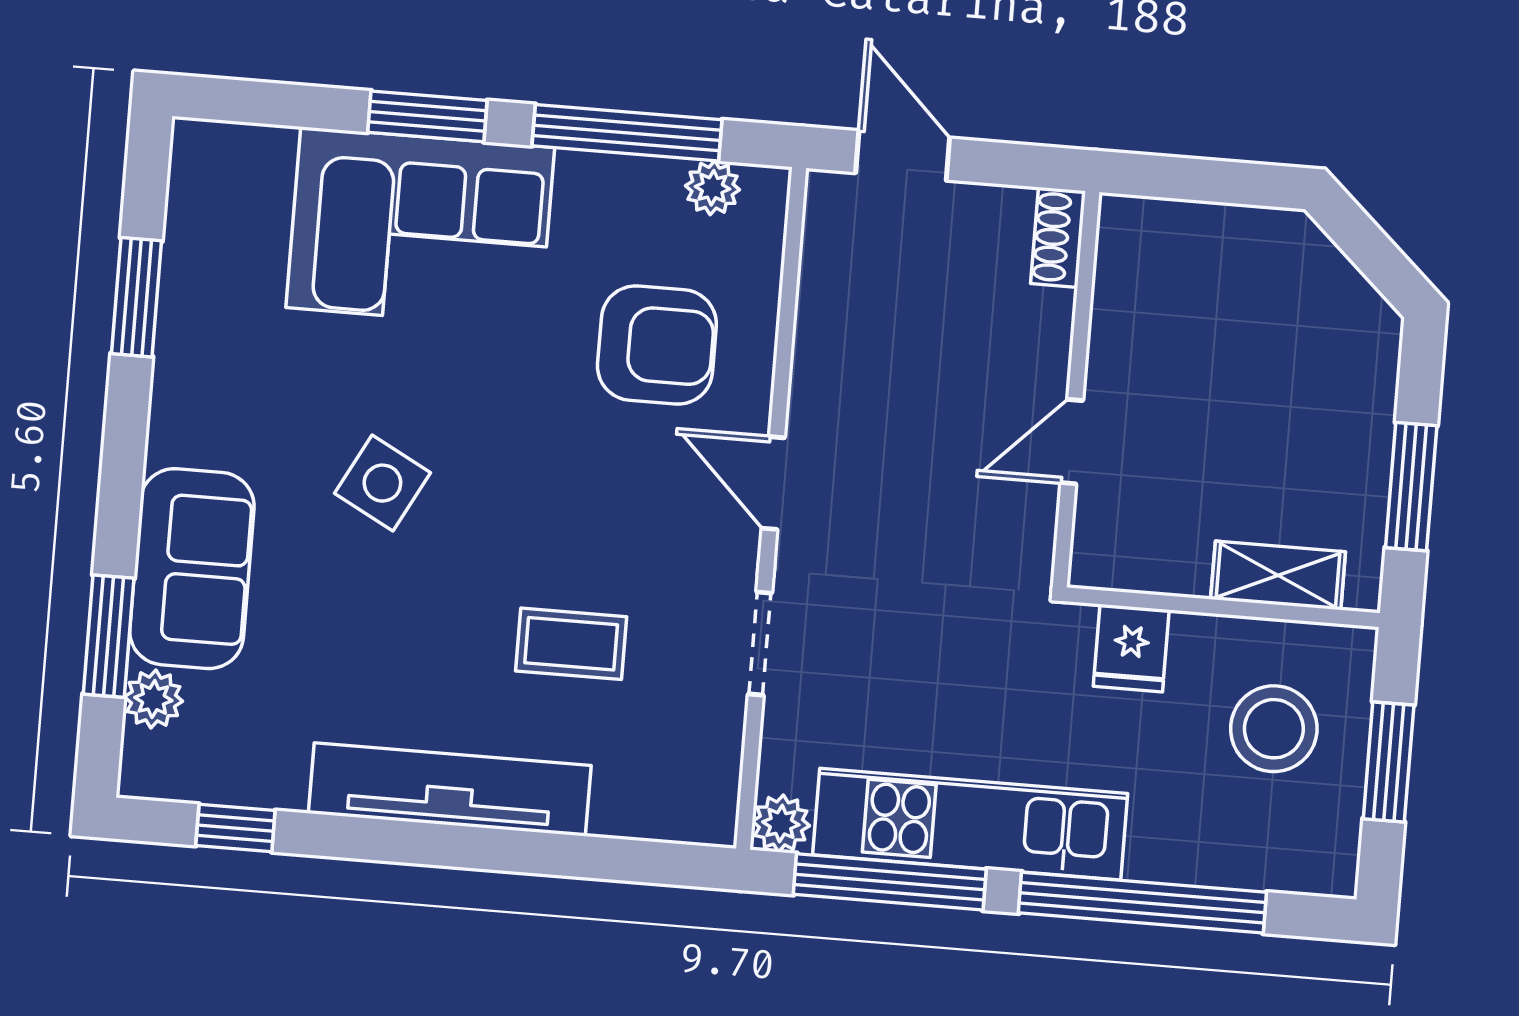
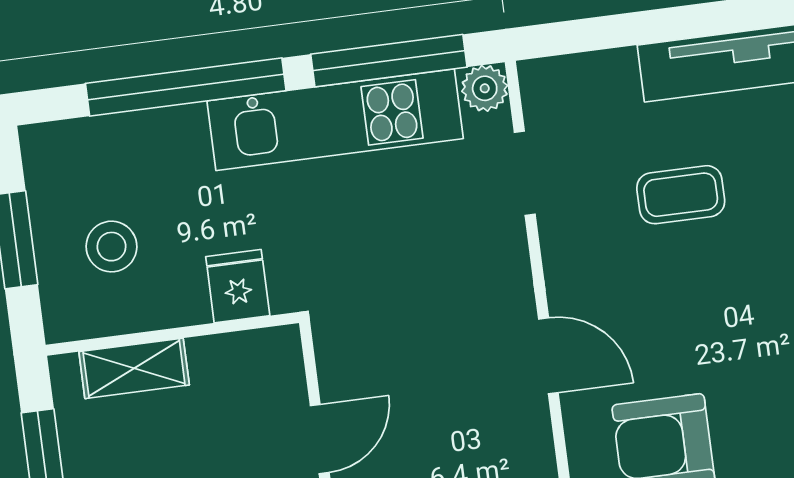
doorway: (760, 644) -> (525, 173), moved
stool: (1274, 729) -> (111, 247), width x0.73, depth x0.73

